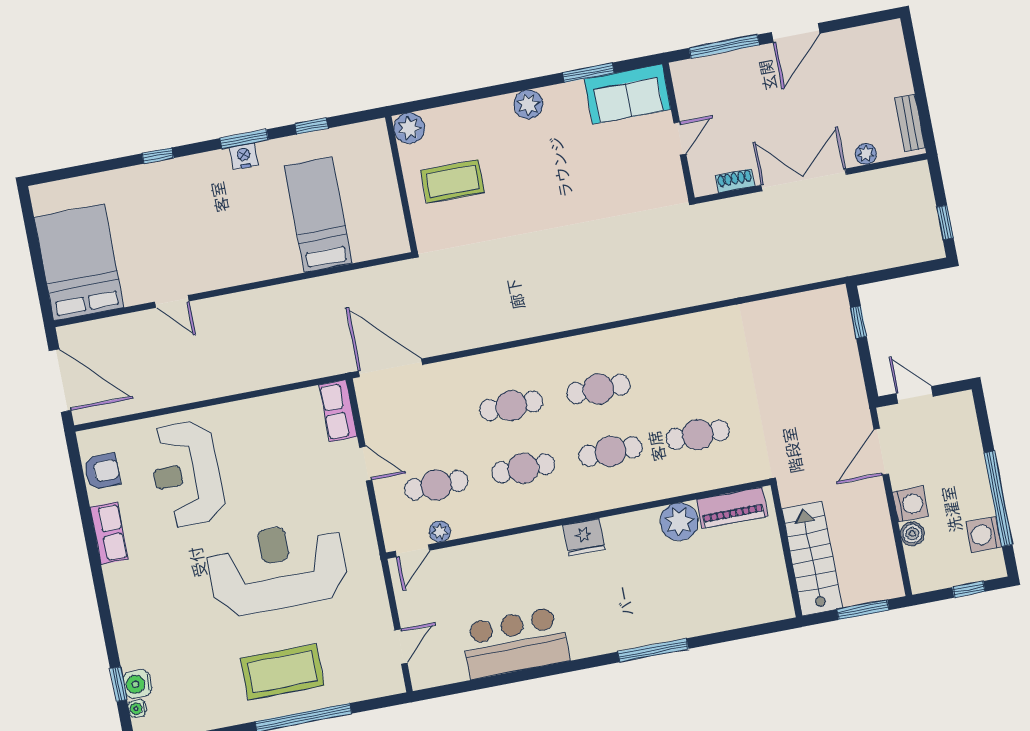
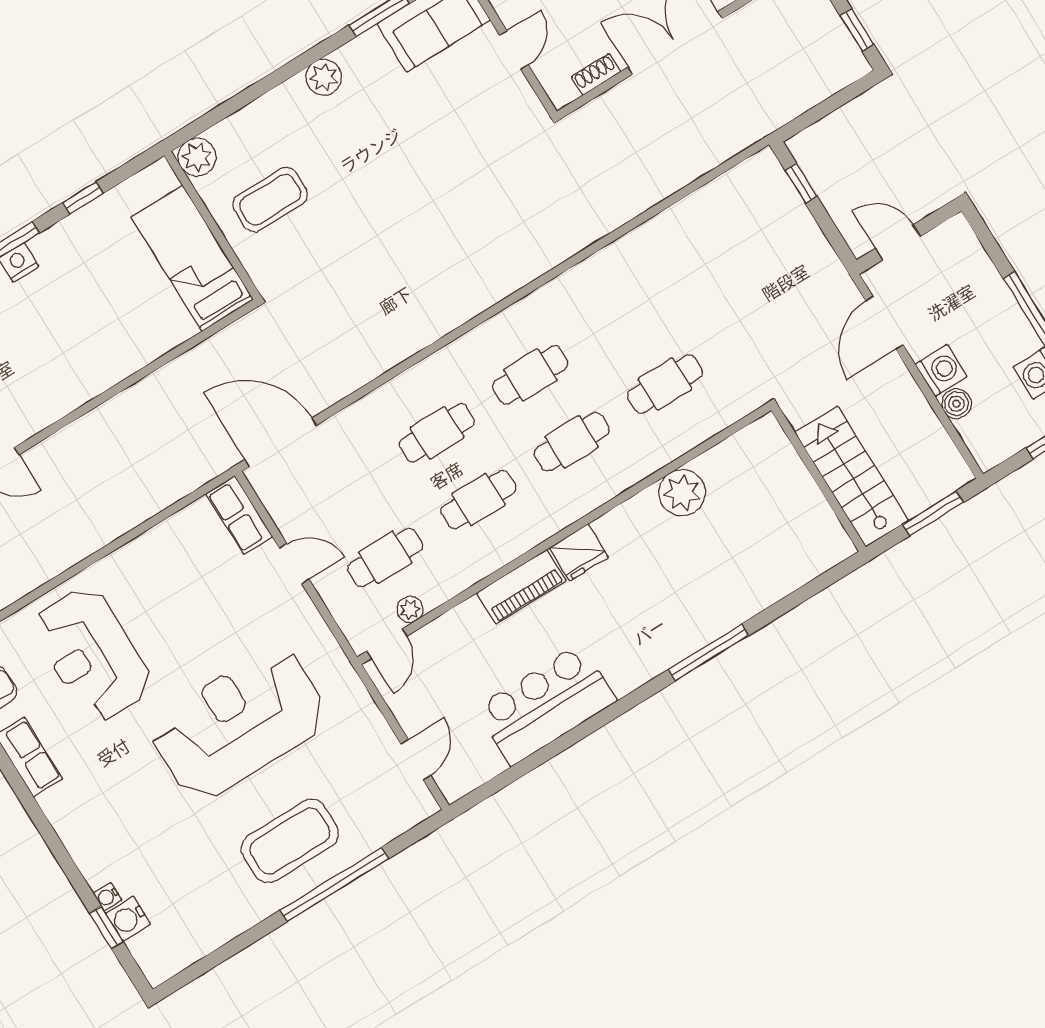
bed: (318, 215) -> (192, 258), moved
piano: (732, 508) -> (521, 587), moved
water cooler: (137, 708) -> (107, 897), moved

